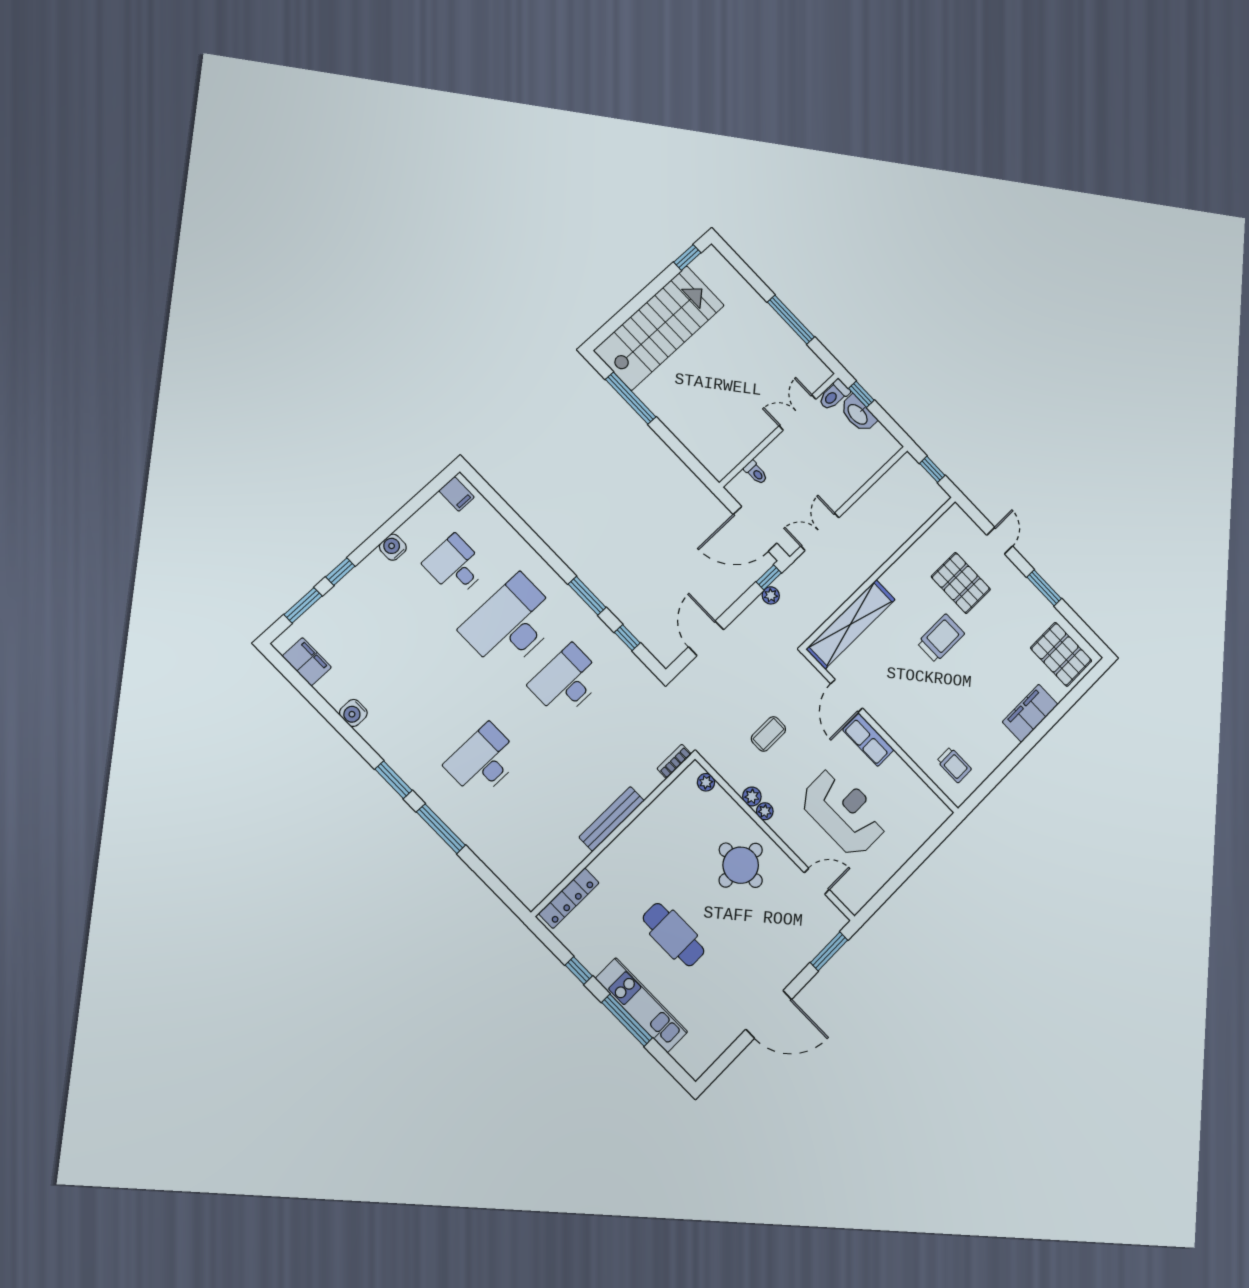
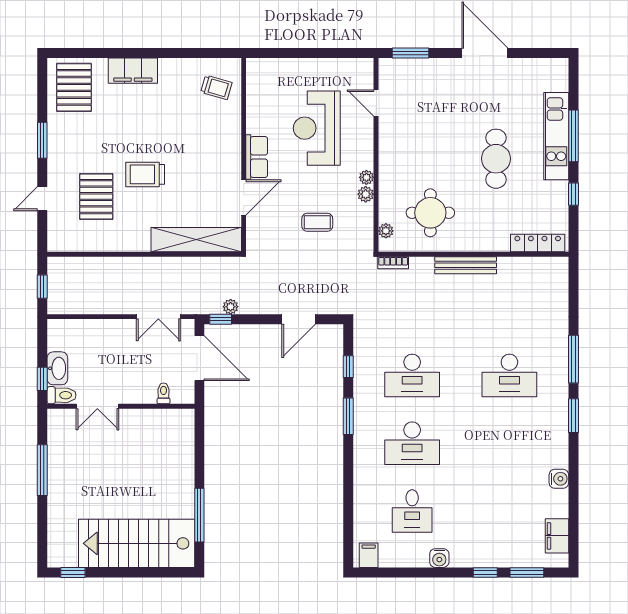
desk: (511, 624) -> (412, 443), width x0.73, depth x0.77
trolley: (954, 765) -> (216, 87), turned 106
round table: (741, 865) -> (430, 213), moved

